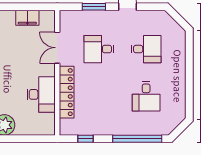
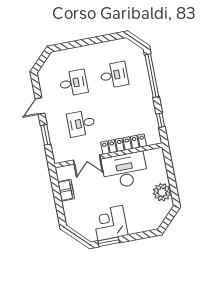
desk: (99, 49) -> (81, 123), turned 90
desk: (146, 49) -> (73, 83), turned 90
desk: (41, 94) -> (125, 170), width x1.36, depth x1.30

